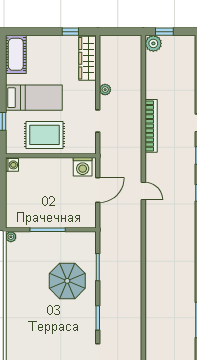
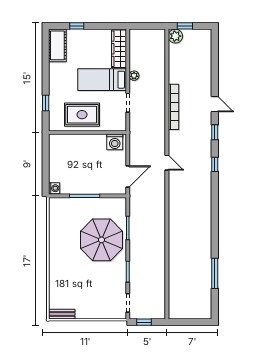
window: (70, 32) -> (77, 26), moved
bed: (34, 98) -> (102, 80), moved, turned 180
washing machine: (12, 165) -> (54, 188), moved
door: (98, 190) -> (128, 176), moved
plant: (11, 237) -> (53, 202), removed
parasol: (67, 281) -> (102, 240), width x1.36, depth x1.36

